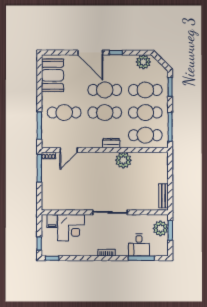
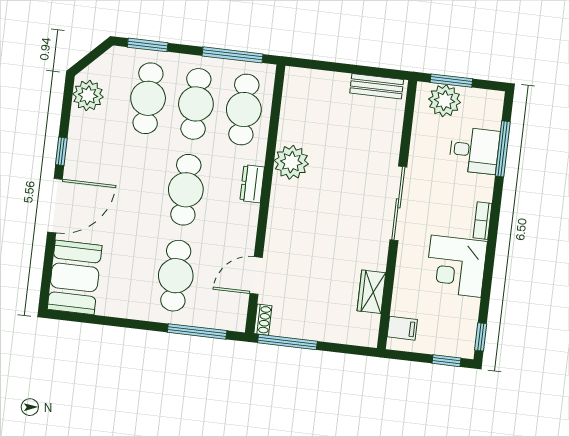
booth: (52, 75) -> (75, 277), moved, turned 90
cafe table: (105, 90) -> (138, 184), removed
door: (69, 150) -> (256, 275), swing flipped
wardrobe: (67, 205) -> (371, 292), added
corner desk: (71, 228) -> (456, 266), moved, turned 180

